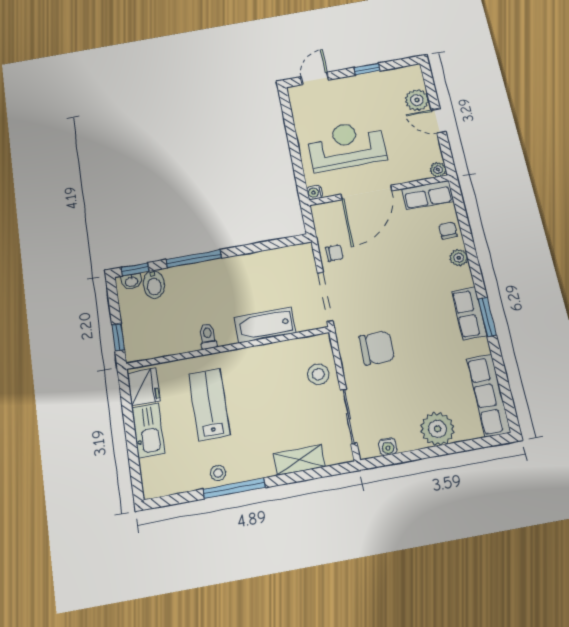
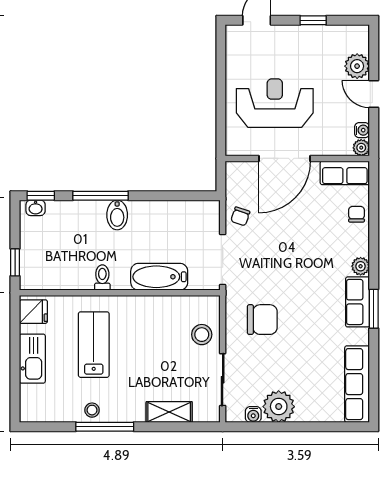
water cooler: (315, 193) -> (362, 130), moved, turned 180
chair: (334, 253) -> (240, 216), turned 110
plant: (459, 258) -> (361, 266), moved
bidet: (154, 284) -> (117, 215), moved
fridge: (144, 387) -> (33, 312), width x0.72
plant: (437, 429) -> (279, 407), moved

